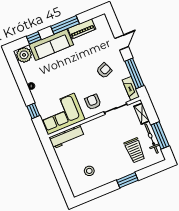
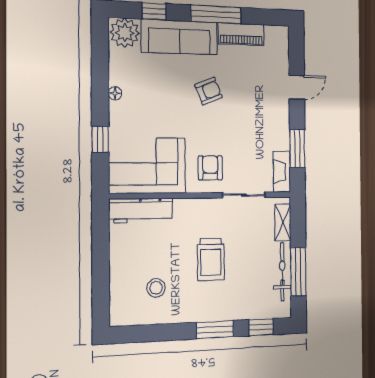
armchair: (104, 70) -> (209, 91), moved
window: (134, 73) -> (297, 149), width x0.69
trolley: (135, 150) -> (211, 259), moved
window: (151, 170) -> (261, 327), added

